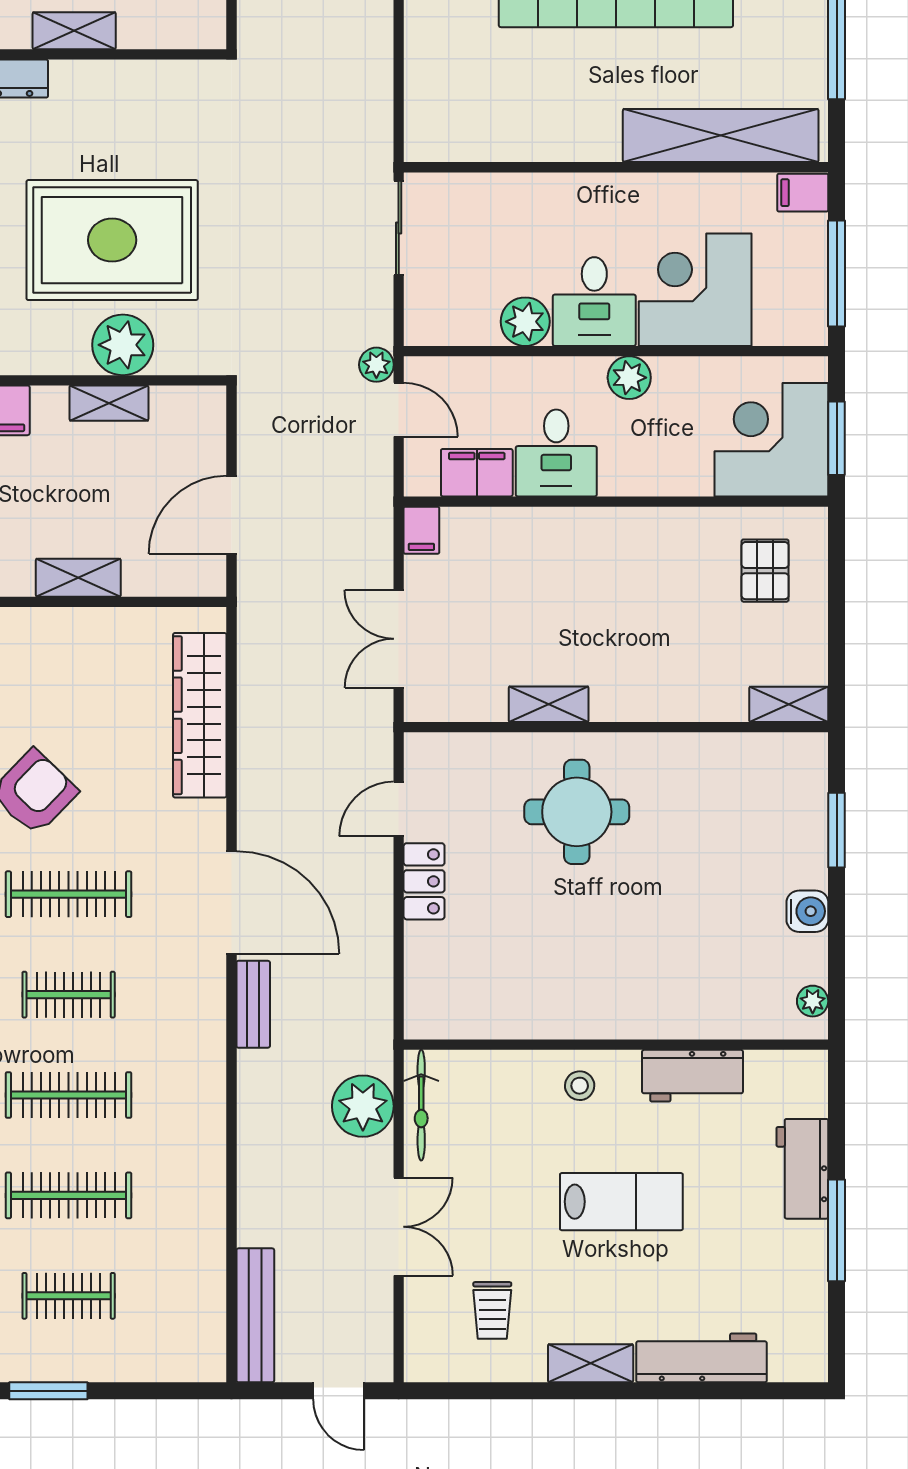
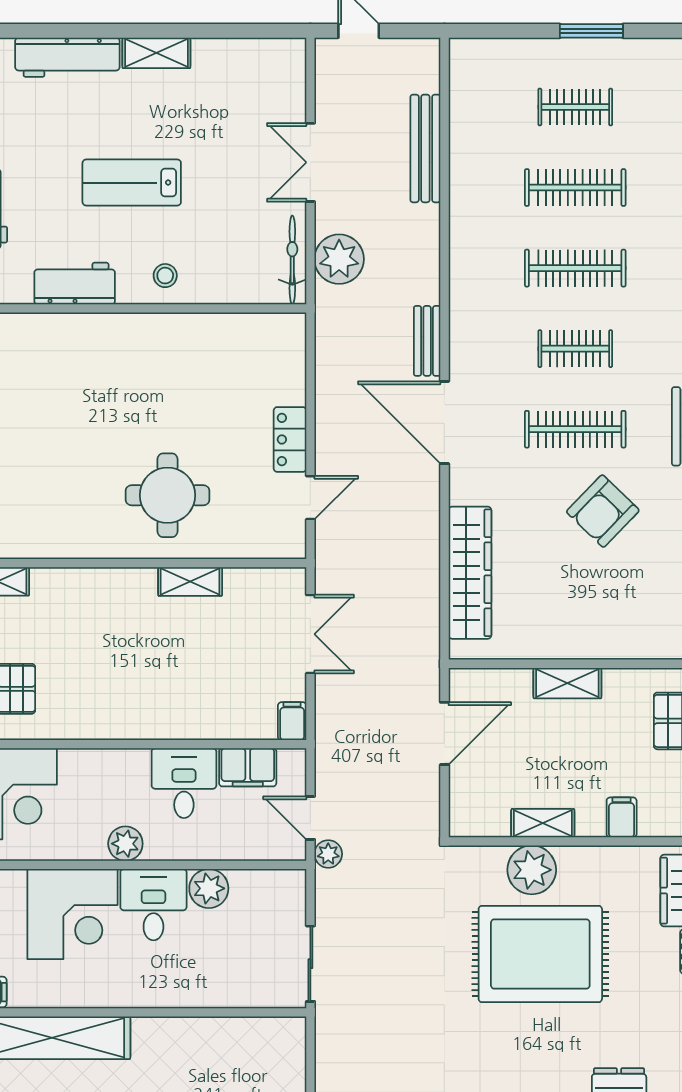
trolley: (492, 1310) -> (235, 95), removed
bench: (255, 1315) -> (425, 148), moved

